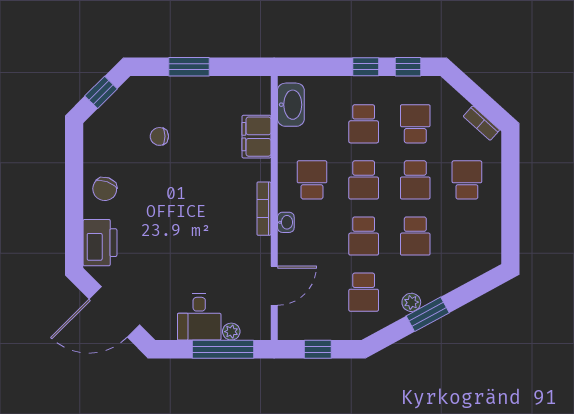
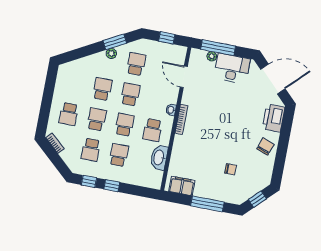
window: (189, 67) -> (207, 204), width x1.44
washbasin: (291, 105) -> (159, 158), moved
filing cabinet: (256, 137) -> (182, 186), moved, turned -90
door: (274, 286) -> (184, 77), hinge flipped
window: (428, 314) -> (115, 42), moved
desk: (199, 317) -> (232, 68), width x1.37

